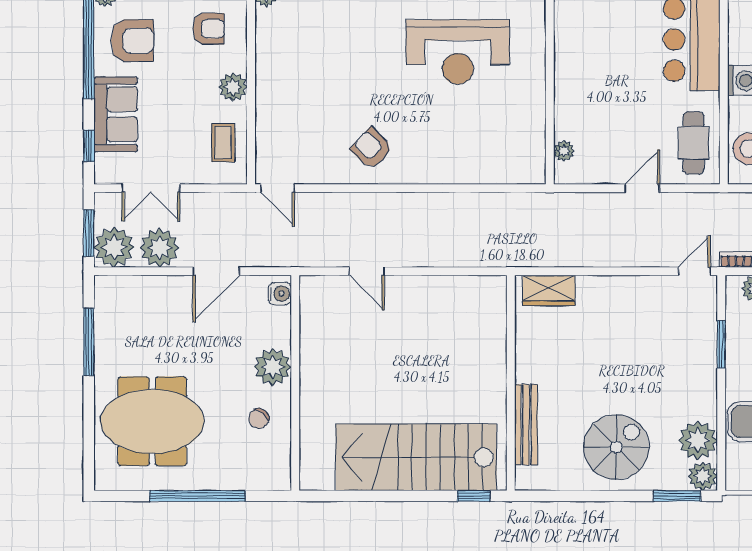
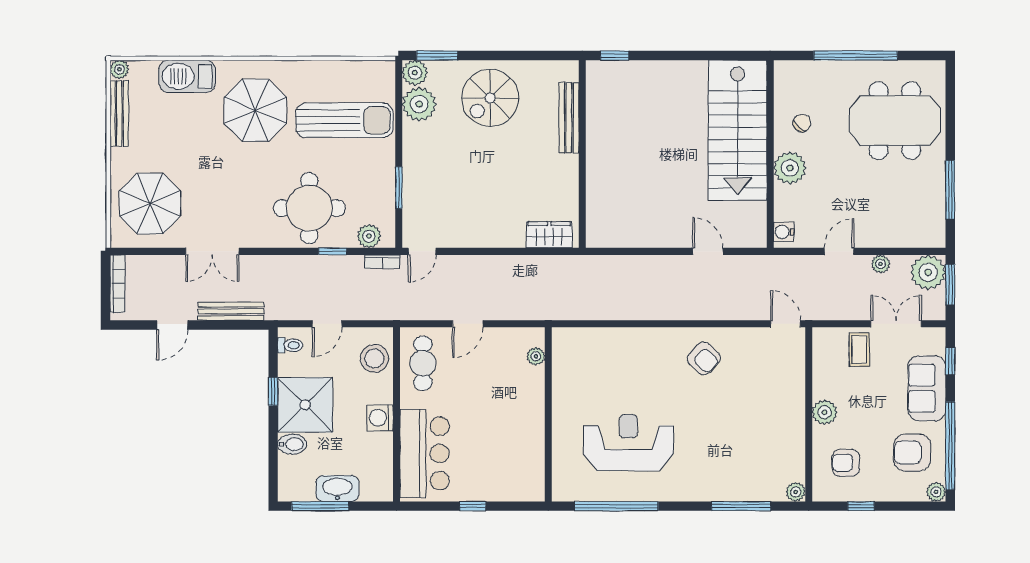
coffee table: (223, 143) -> (859, 350), moved
plant: (160, 248) -> (881, 264), width x0.53, depth x0.53
door: (216, 271) -> (839, 251), width x0.73
stairs: (416, 457) -> (738, 130), moved, turned 90

